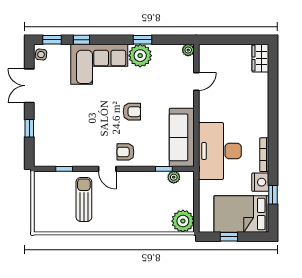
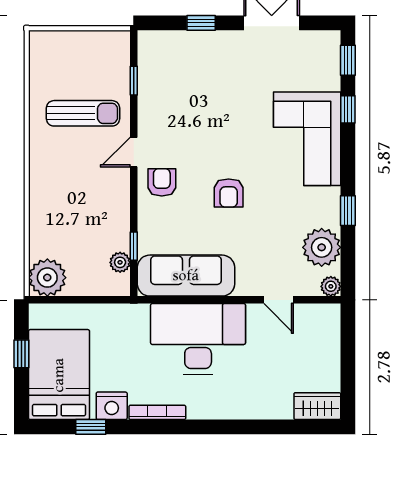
side table: (41, 55) -> (323, 42), removed
plant: (140, 56) -> (322, 247), moved
desk: (220, 151) -> (198, 339), moved

